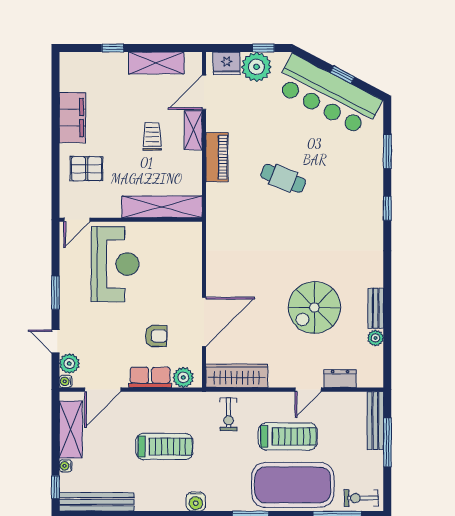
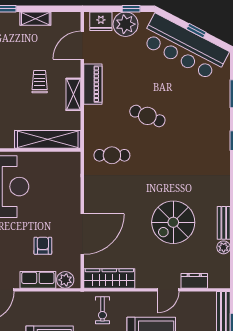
shelving: (156, 63) -> (35, 19), width x0.67, depth x0.75
shelving: (193, 130) -> (73, 94), moved
piano: (217, 157) -> (93, 84), moved
cafe table: (240, 226) -> (112, 155), added
armchair: (156, 336) -> (43, 246), turned -90

